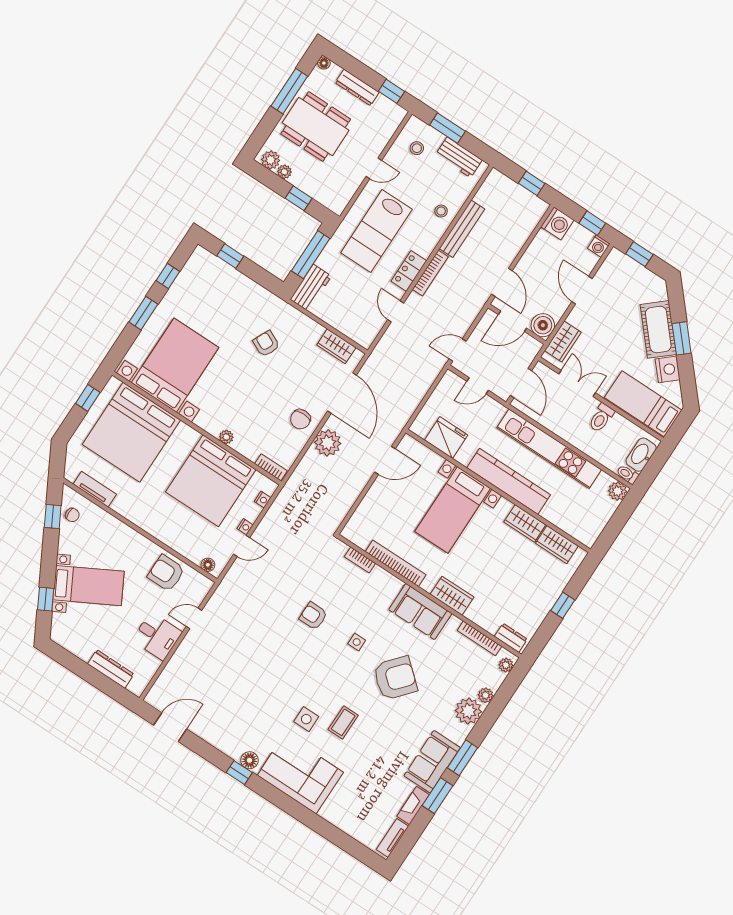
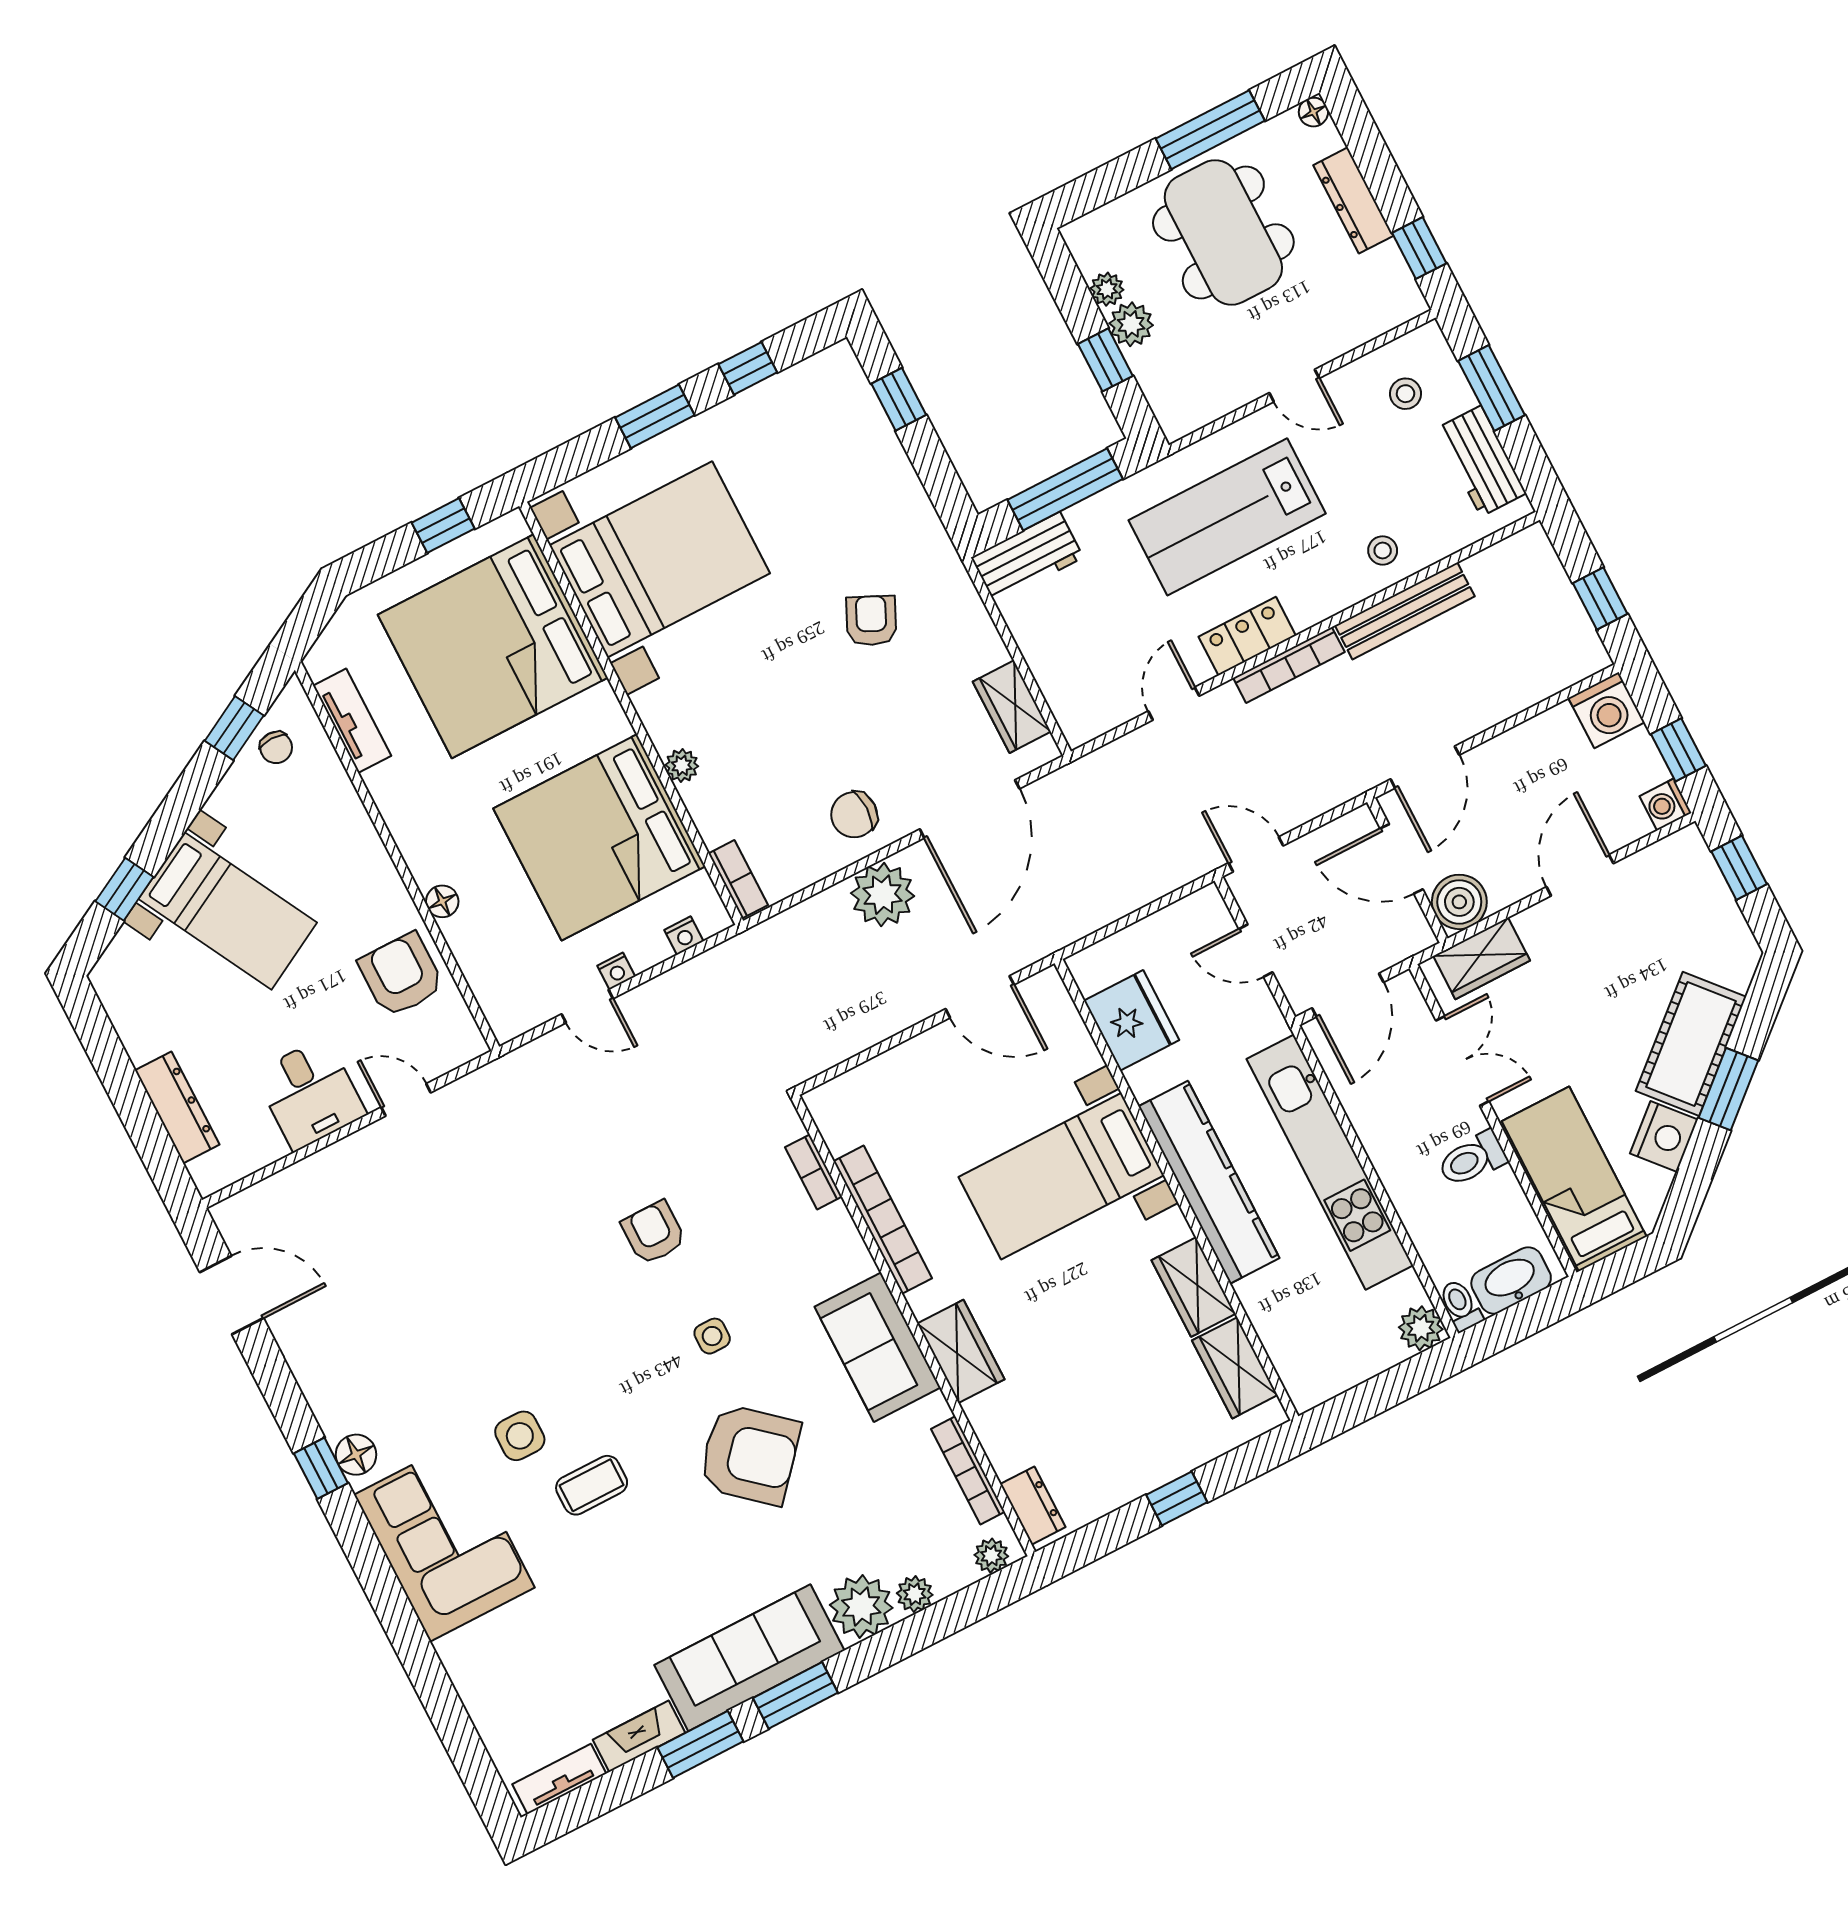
plant: (271, 160) -> (1131, 324), moved
floor lamp: (208, 565) -> (442, 901), moved
sofa: (432, 762) -> (749, 1658), width x1.36

